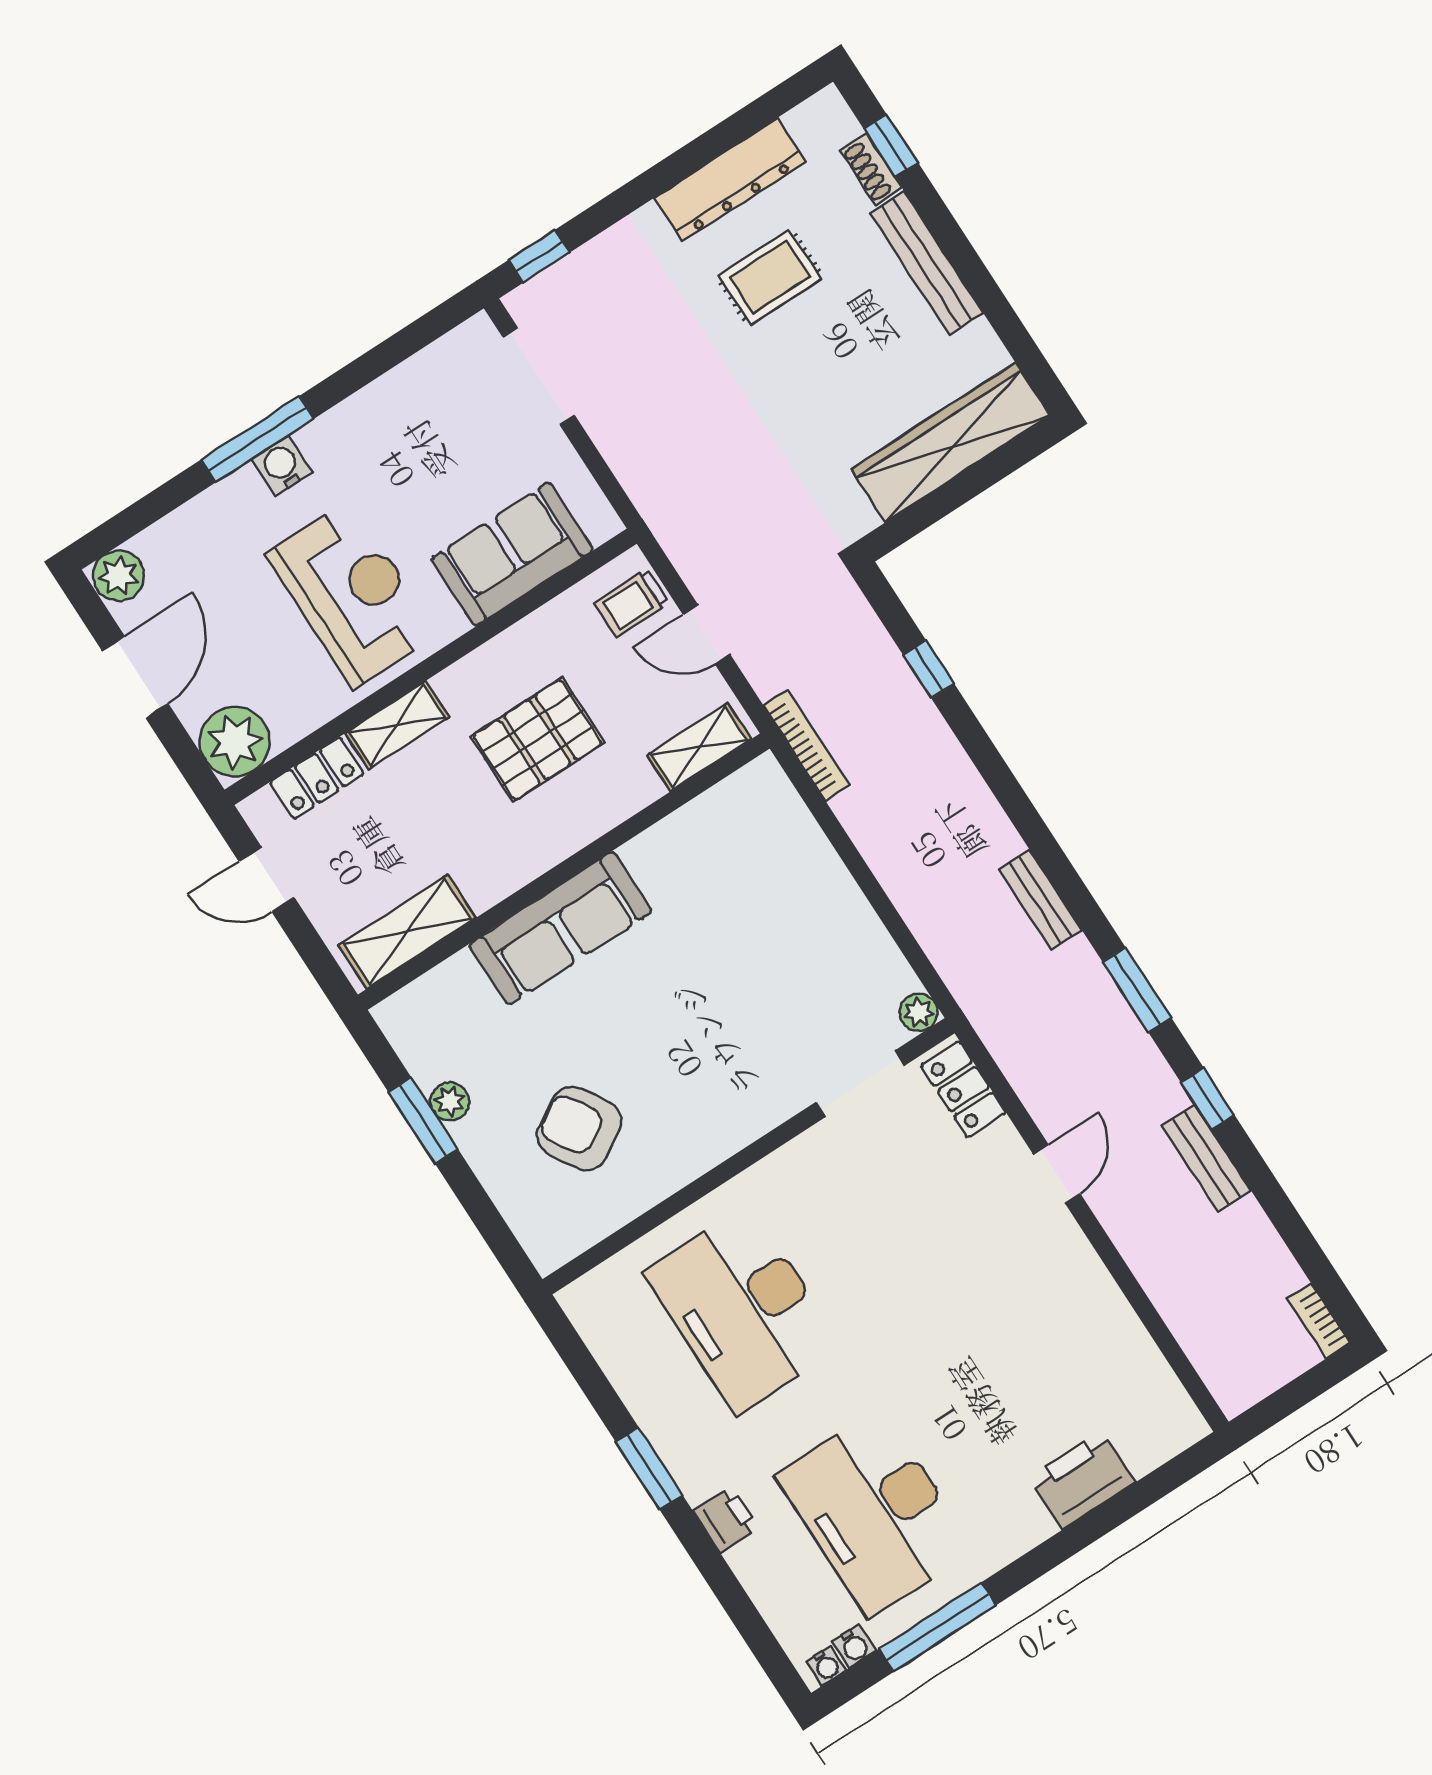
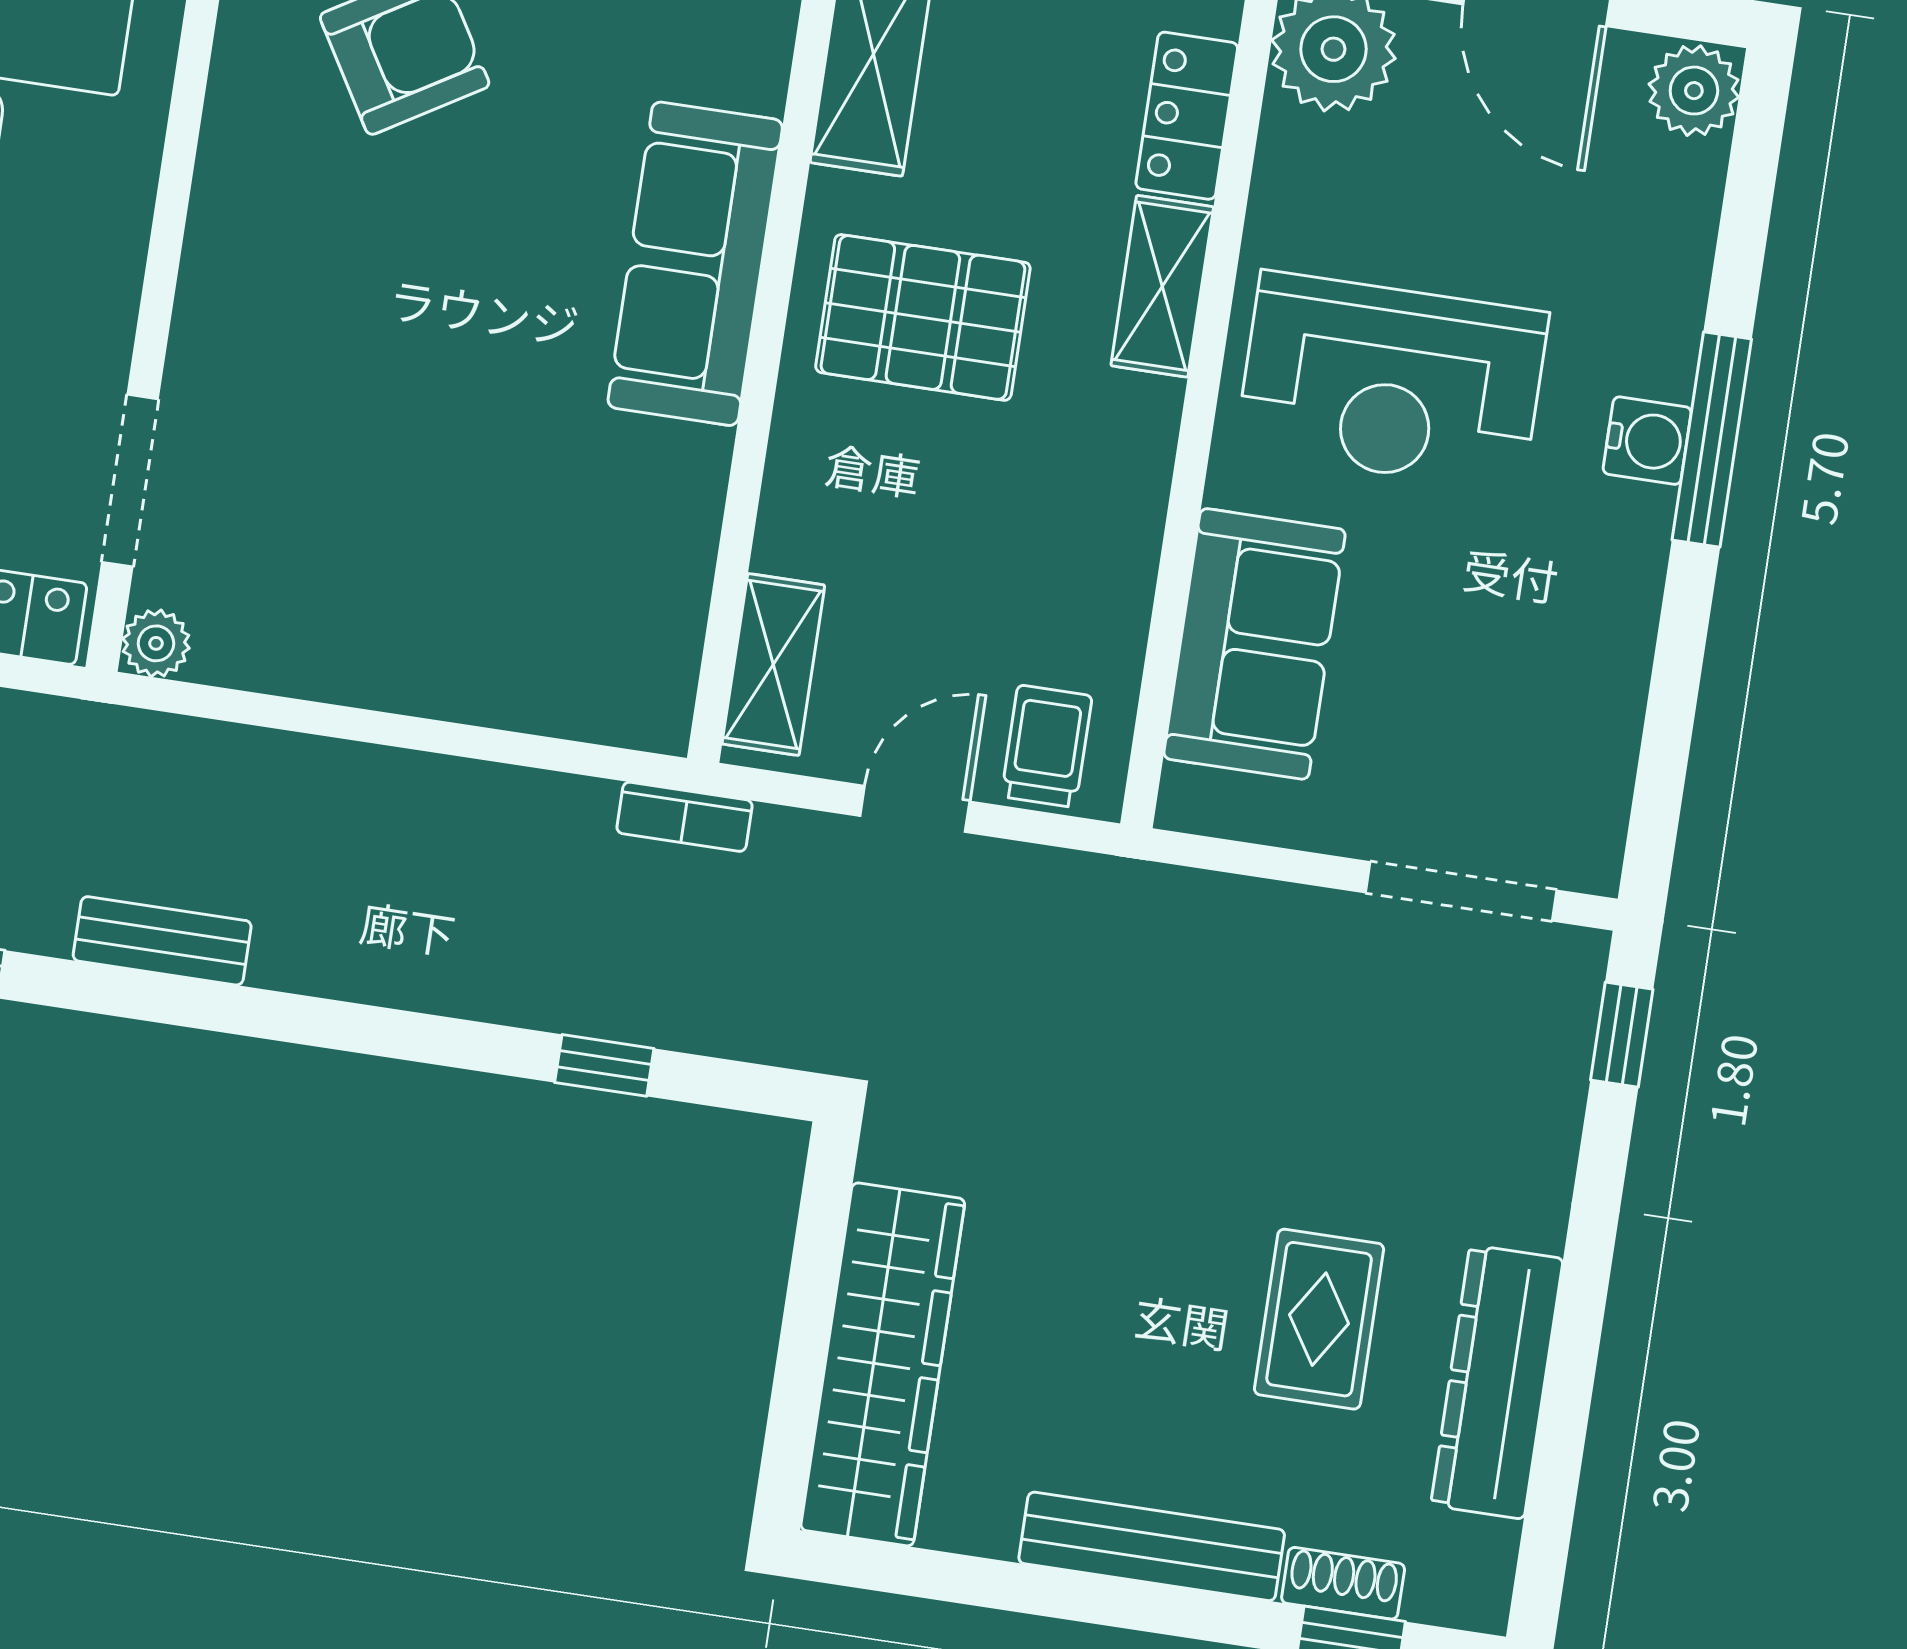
pallet: (537, 740) -> (923, 317), moved, turned 90
bookcase: (806, 745) -> (685, 817), width x0.64

